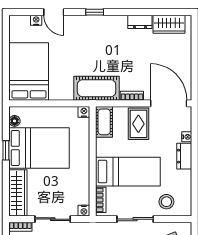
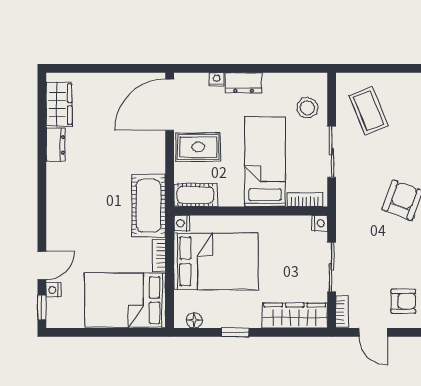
window: (95, 12) -> (42, 307), moved
bookcase: (132, 96) -> (159, 255), moved
bed: (39, 148) -> (216, 261), moved, turned 90

